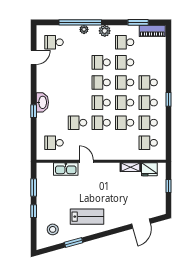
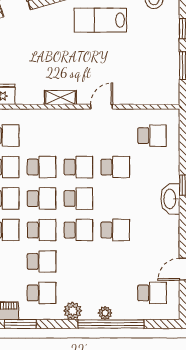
school desk: (101, 62) -> (115, 230), moved
door: (86, 161) -> (102, 107), swing flipped
shelving: (131, 167) -> (60, 98), moved
kitchen sink: (66, 169) -> (134, 95), removed

